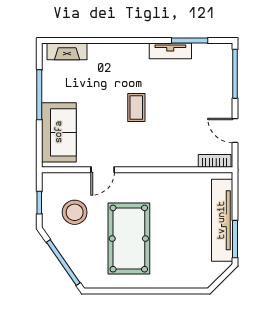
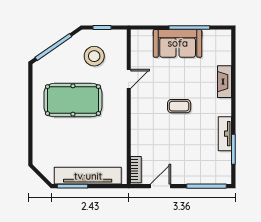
fireplace: (67, 51) -> (225, 82), moved
sofa: (59, 132) -> (178, 43), moved
door: (103, 170) -> (129, 79), swing flipped

